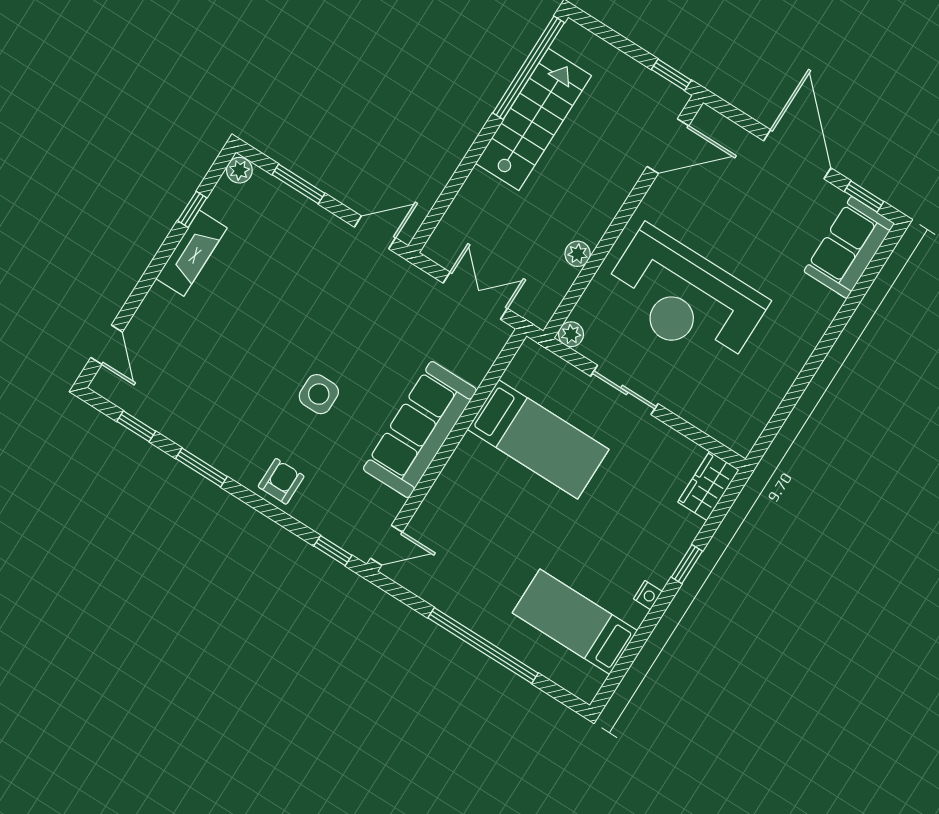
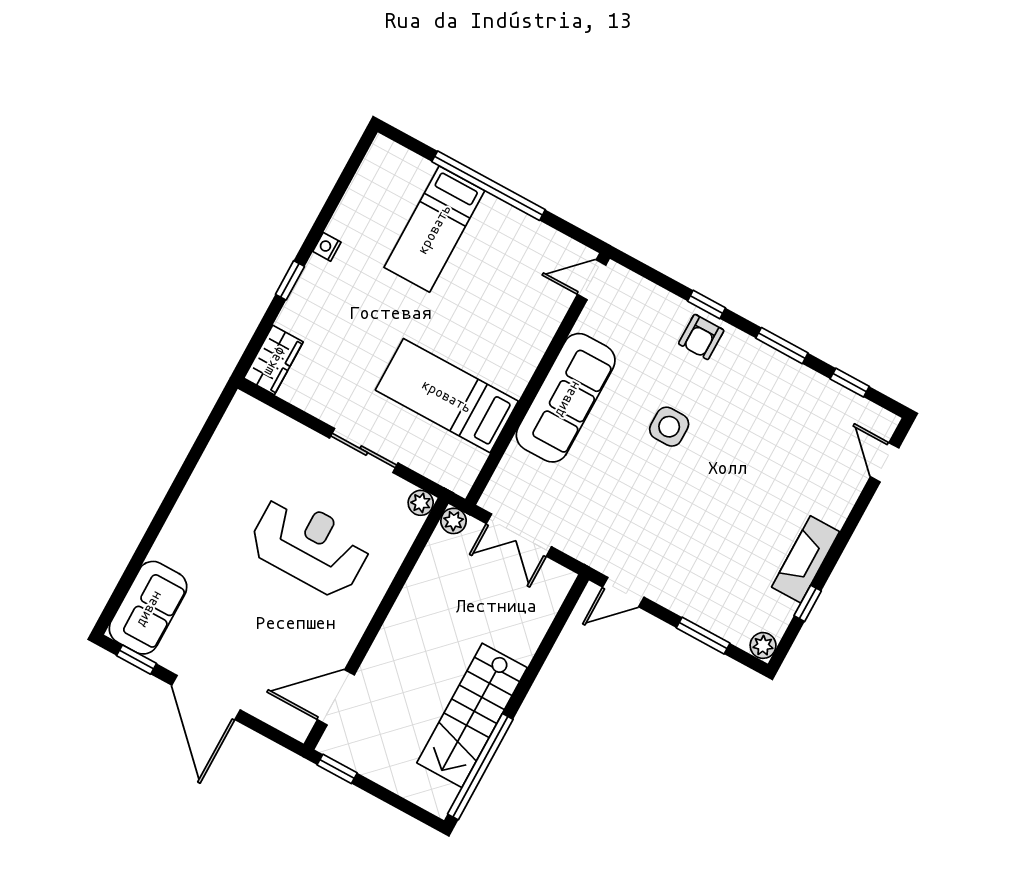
plant: (578, 254) -> (454, 521), moved
reception desk: (684, 299) -> (310, 546), width x0.74, depth x0.77
window: (333, 551) -> (706, 305), moved
bed: (575, 622) -> (434, 229), moved, turned 90

